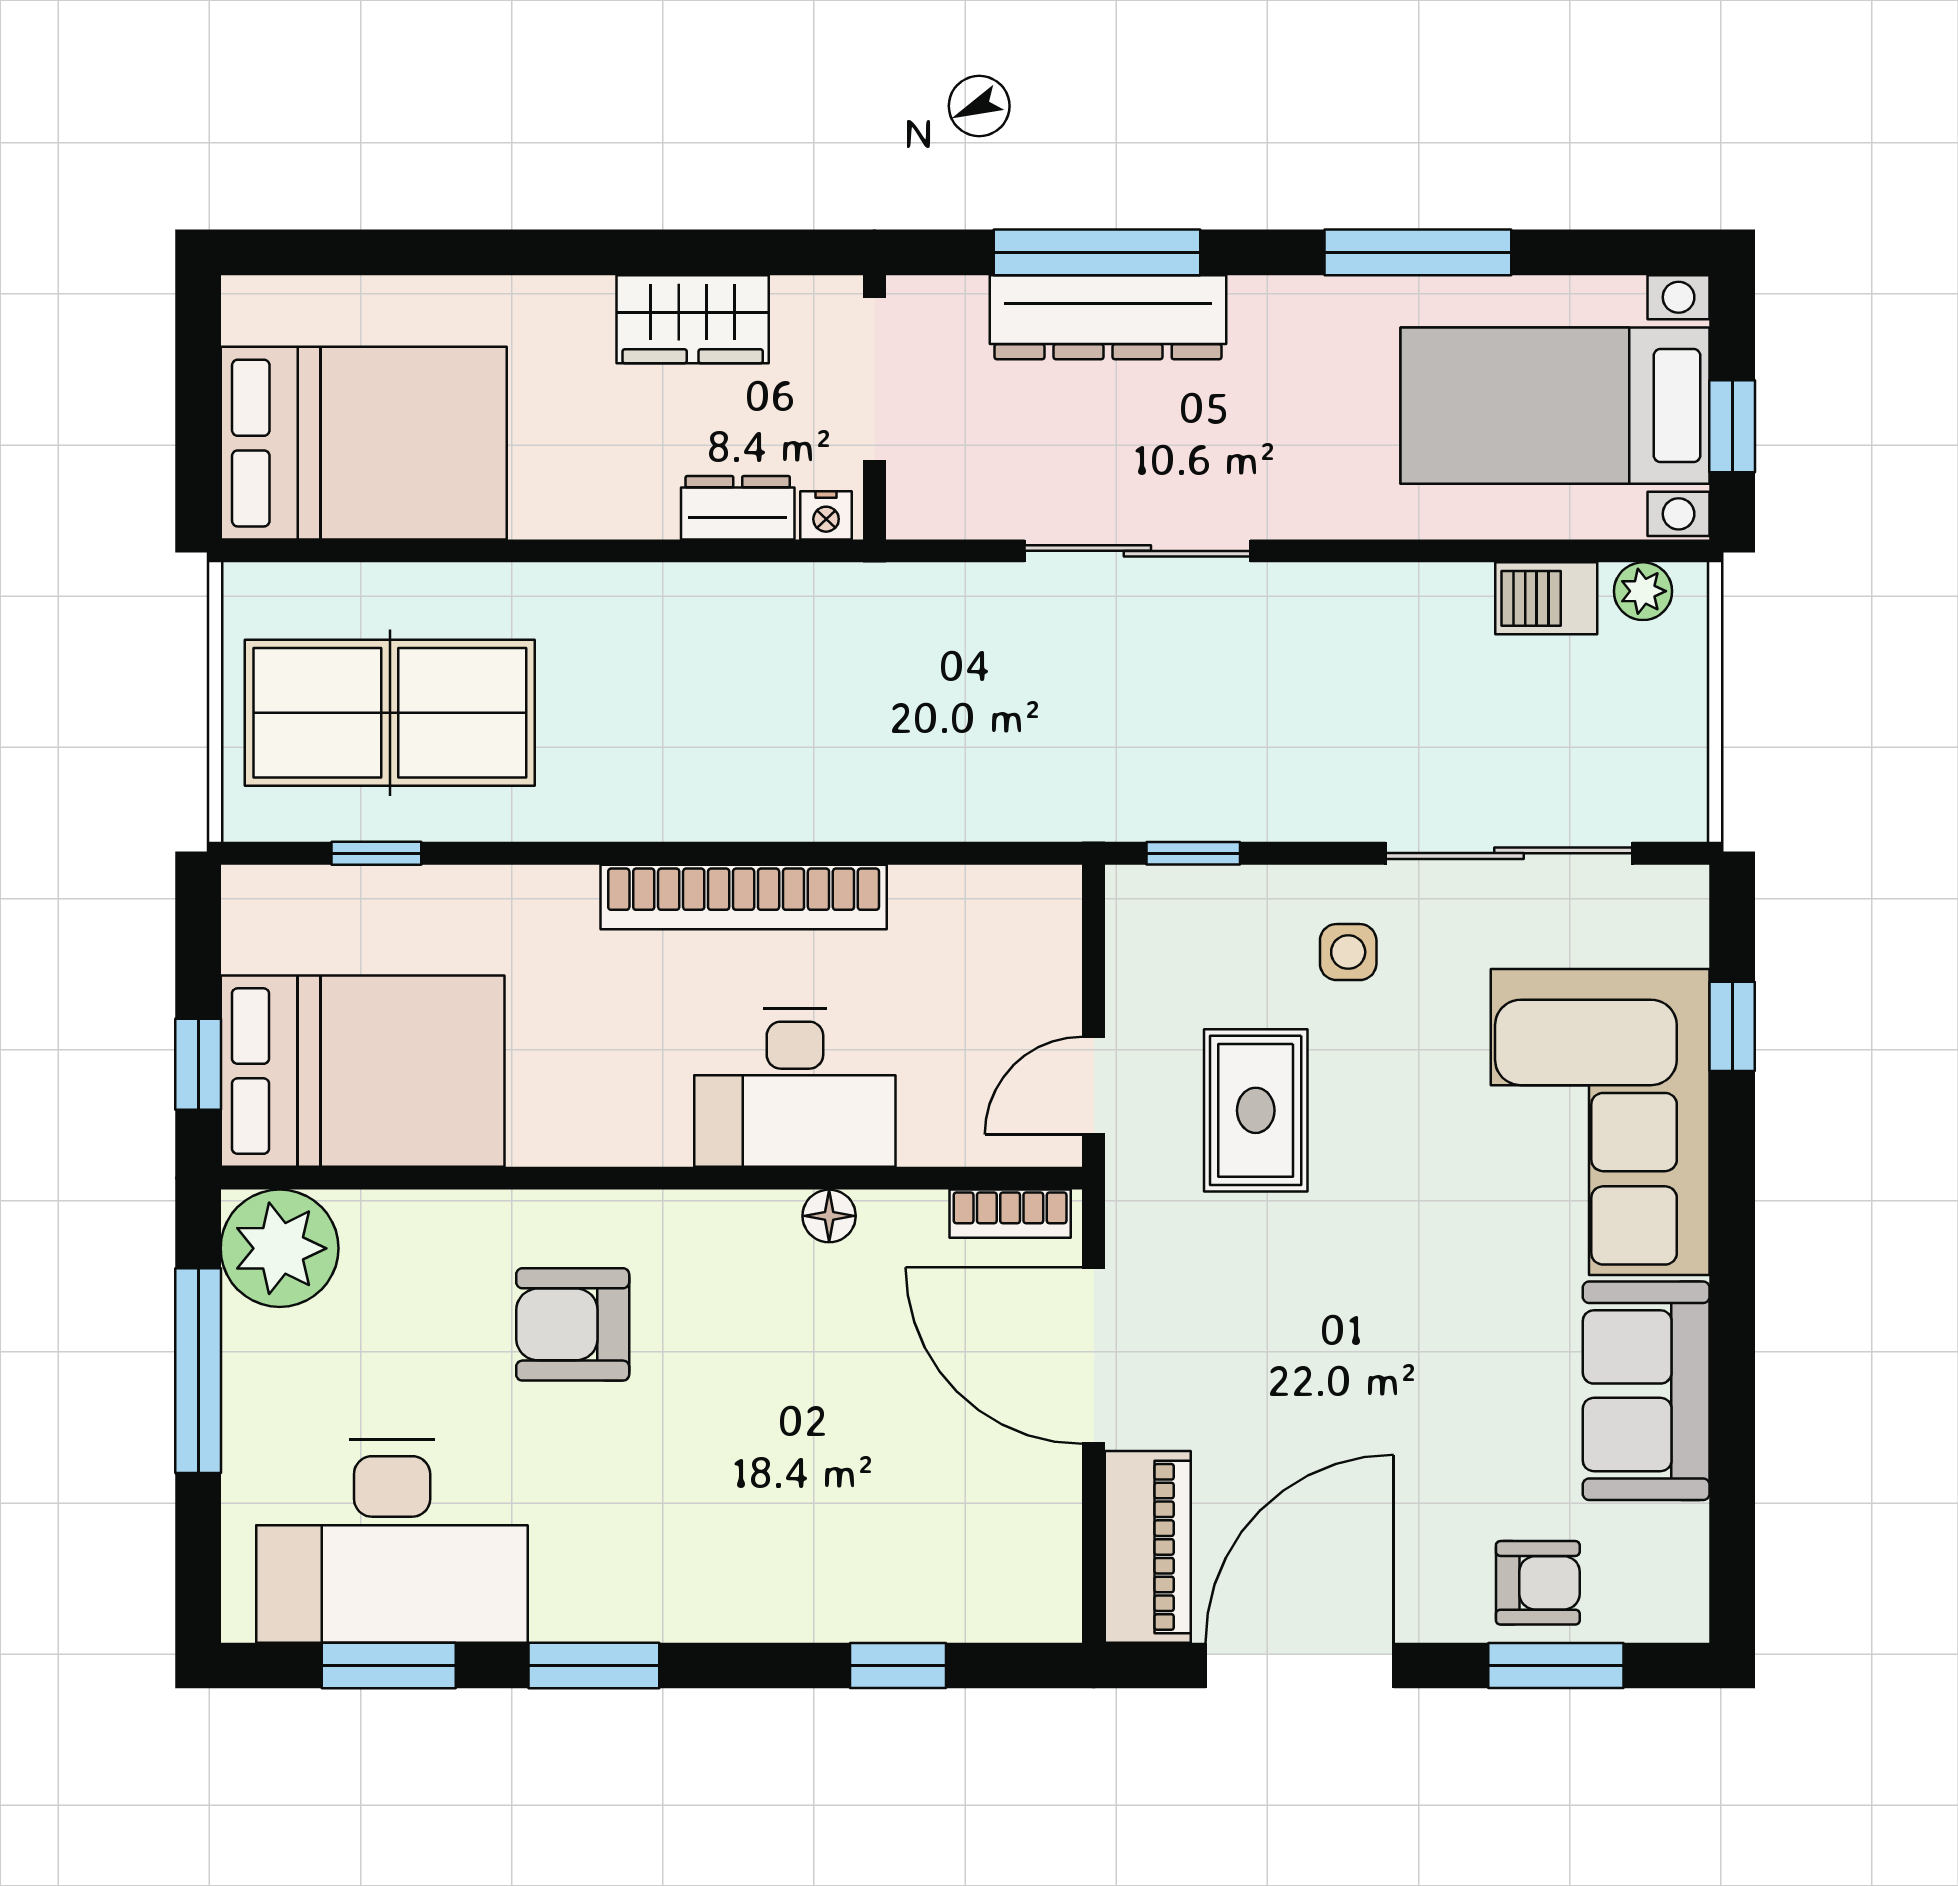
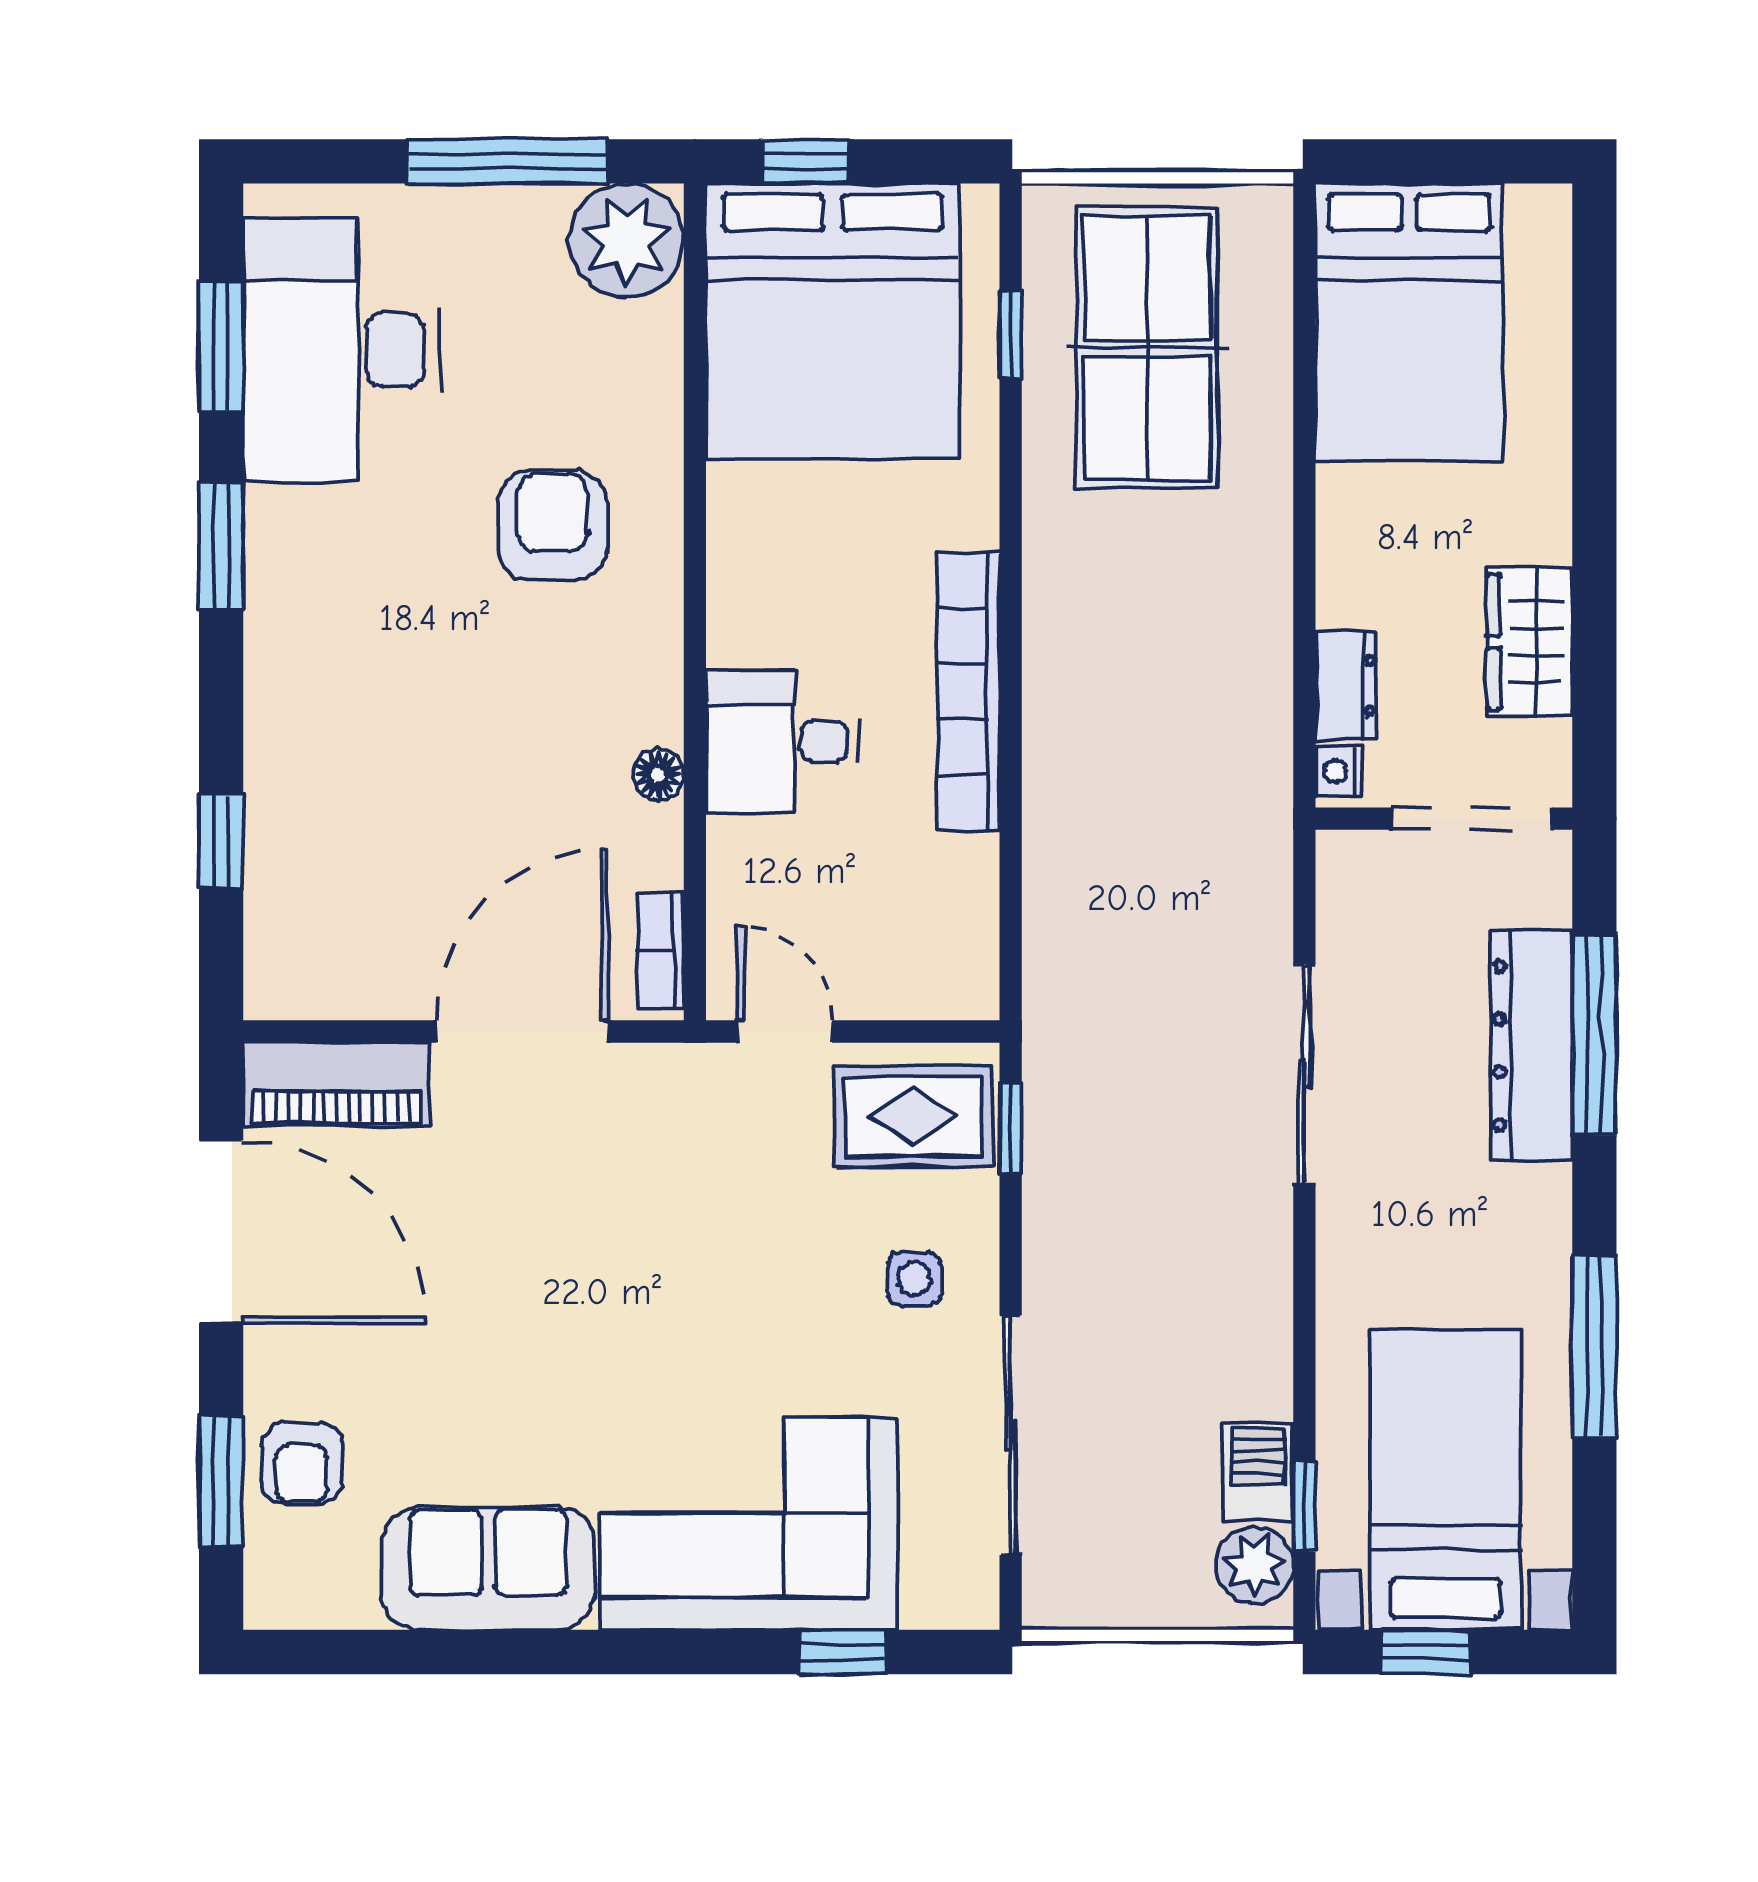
window: (1582, 551) -> (1304, 1506), added
plant: (1643, 591) -> (1255, 1565), width x1.38, depth x1.38
bed: (363, 1071) -> (833, 321), width x1.36
desk: (795, 1088) -> (783, 741), width x0.73
rug: (1256, 1110) -> (914, 1116), moved

